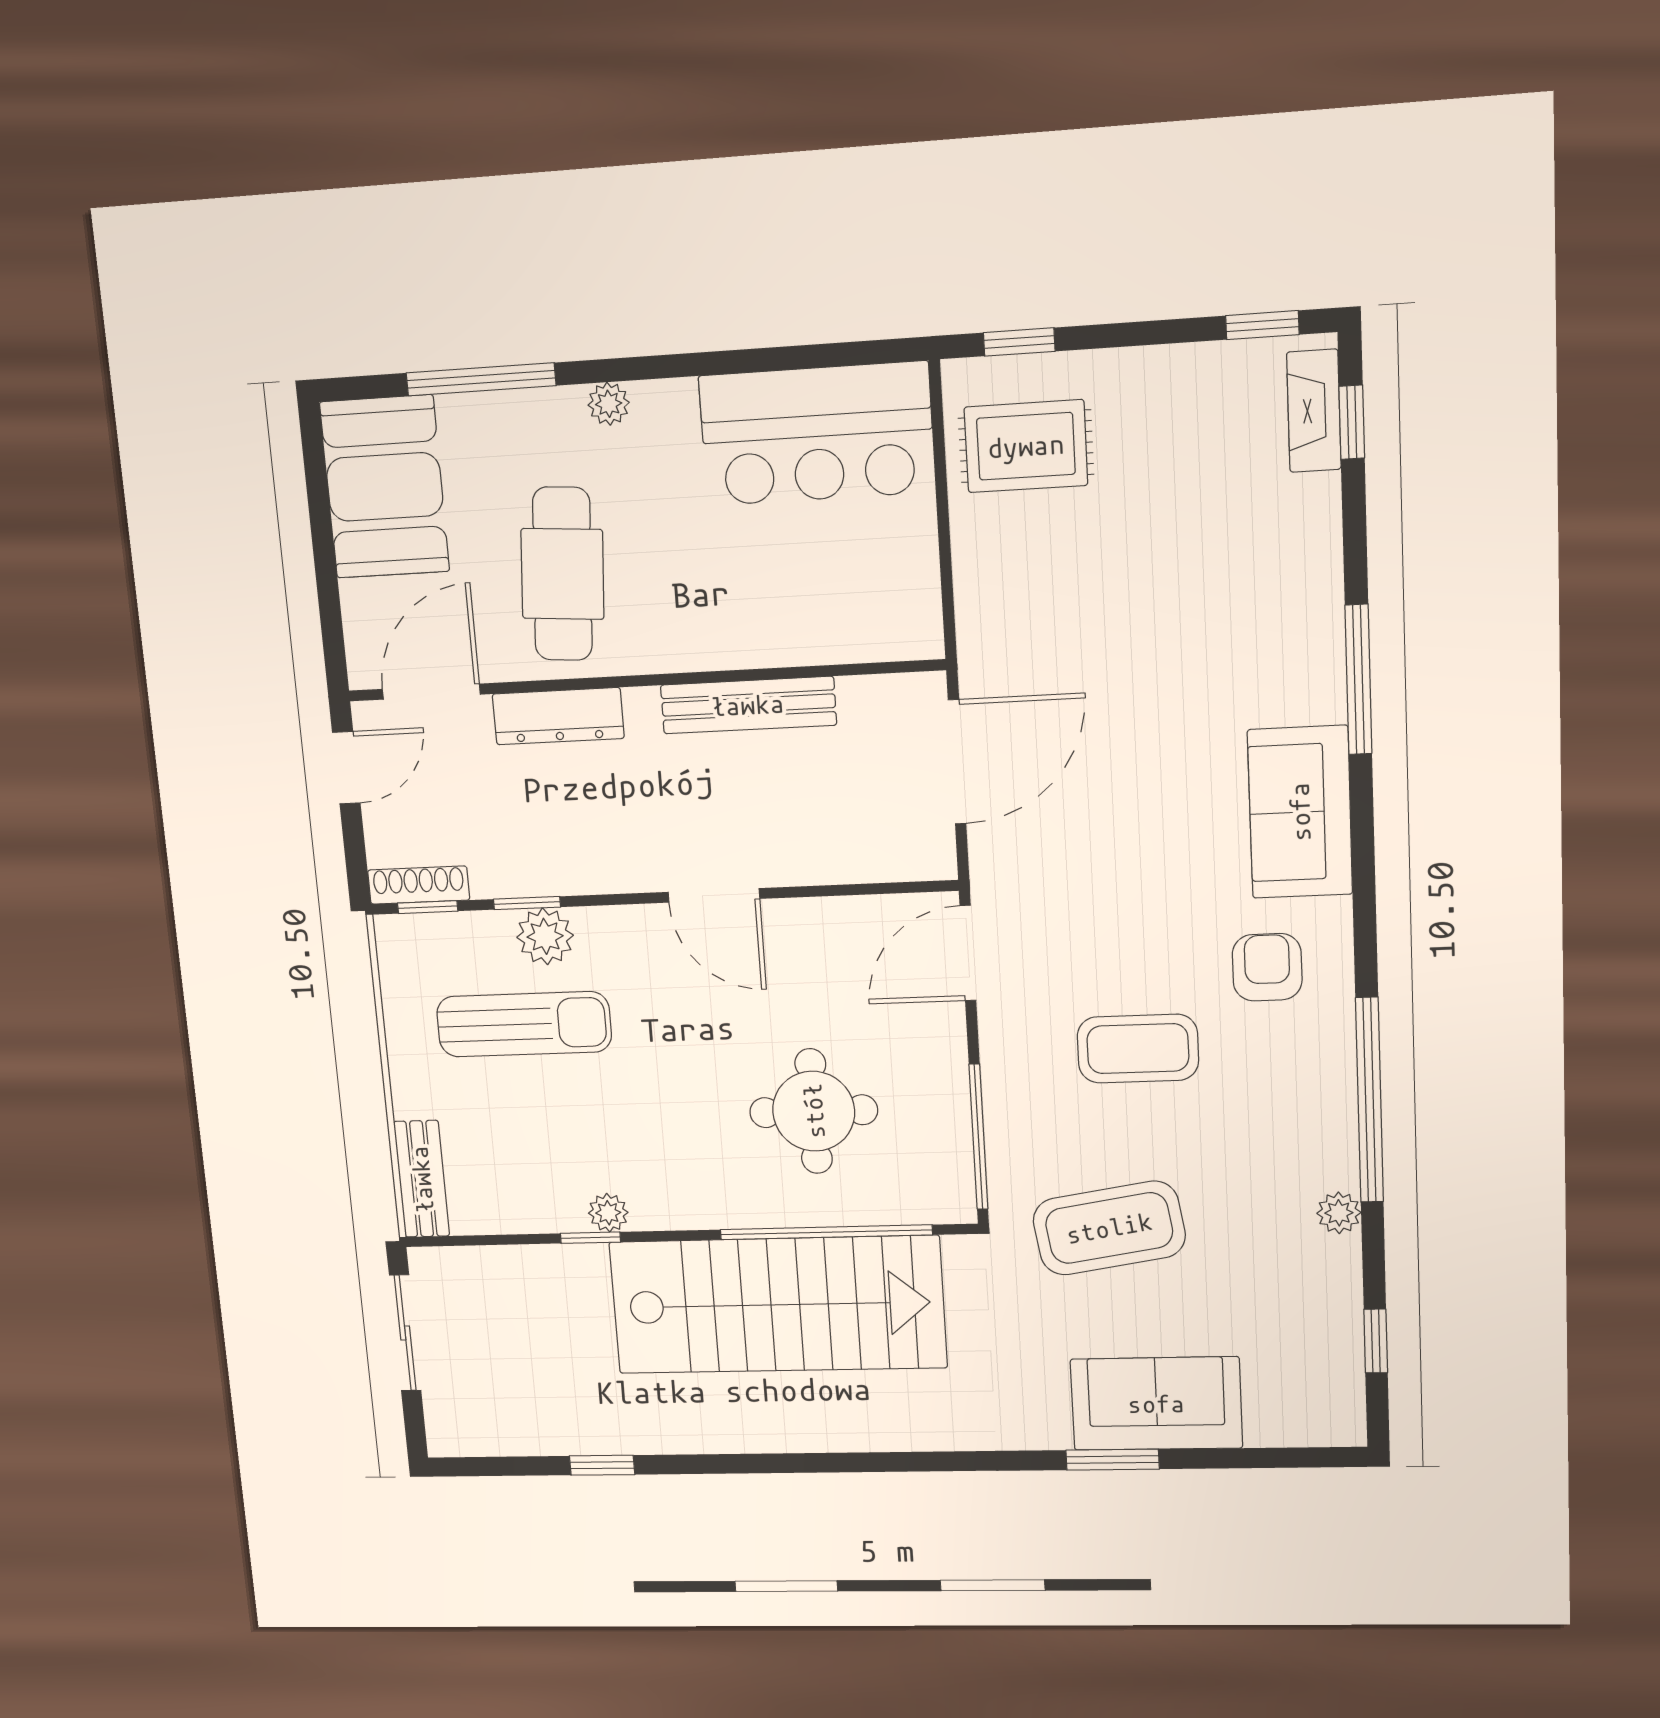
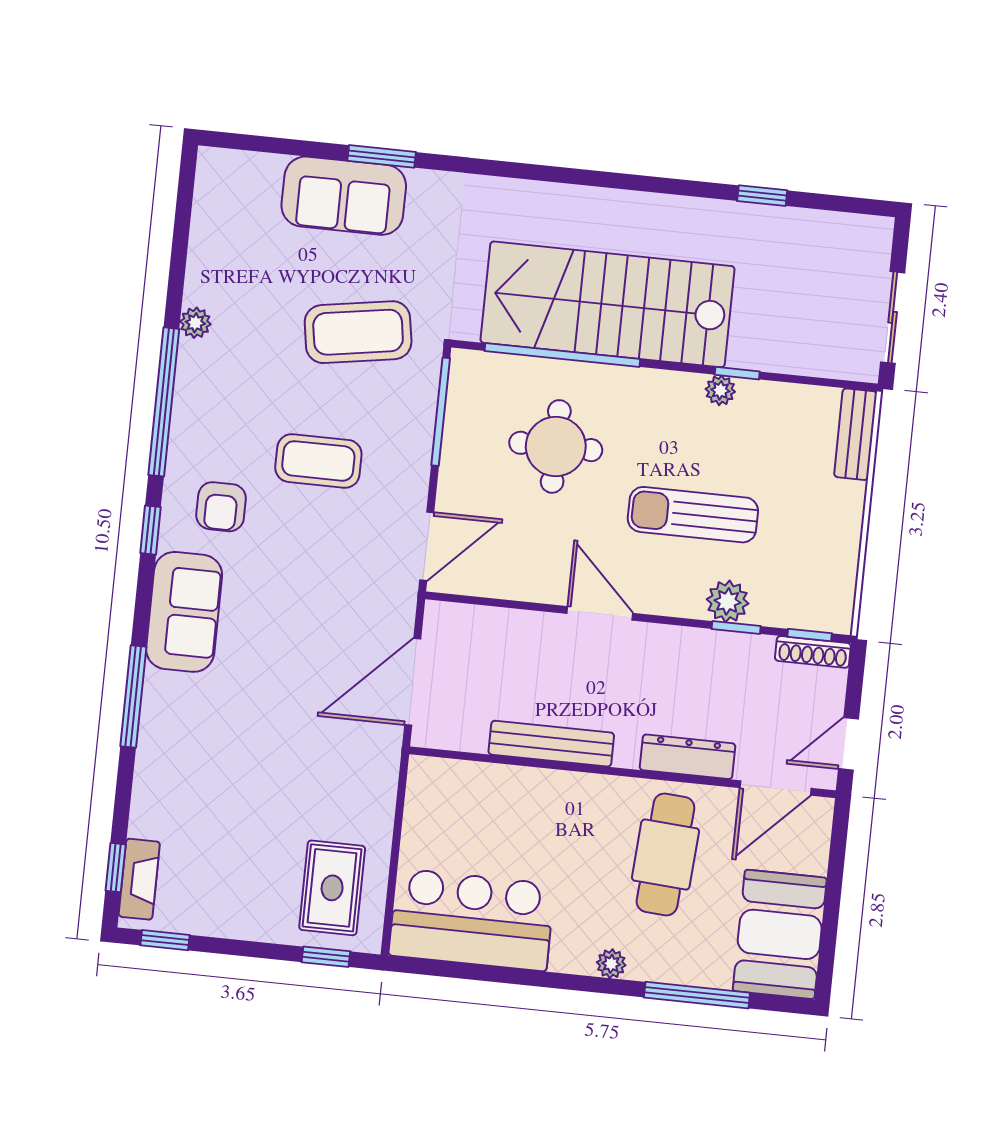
rug: (1026, 446) -> (332, 888), turned 90
sun lounger: (524, 1024) -> (693, 515), moved
window: (1376, 1341) -> (150, 530), moved

